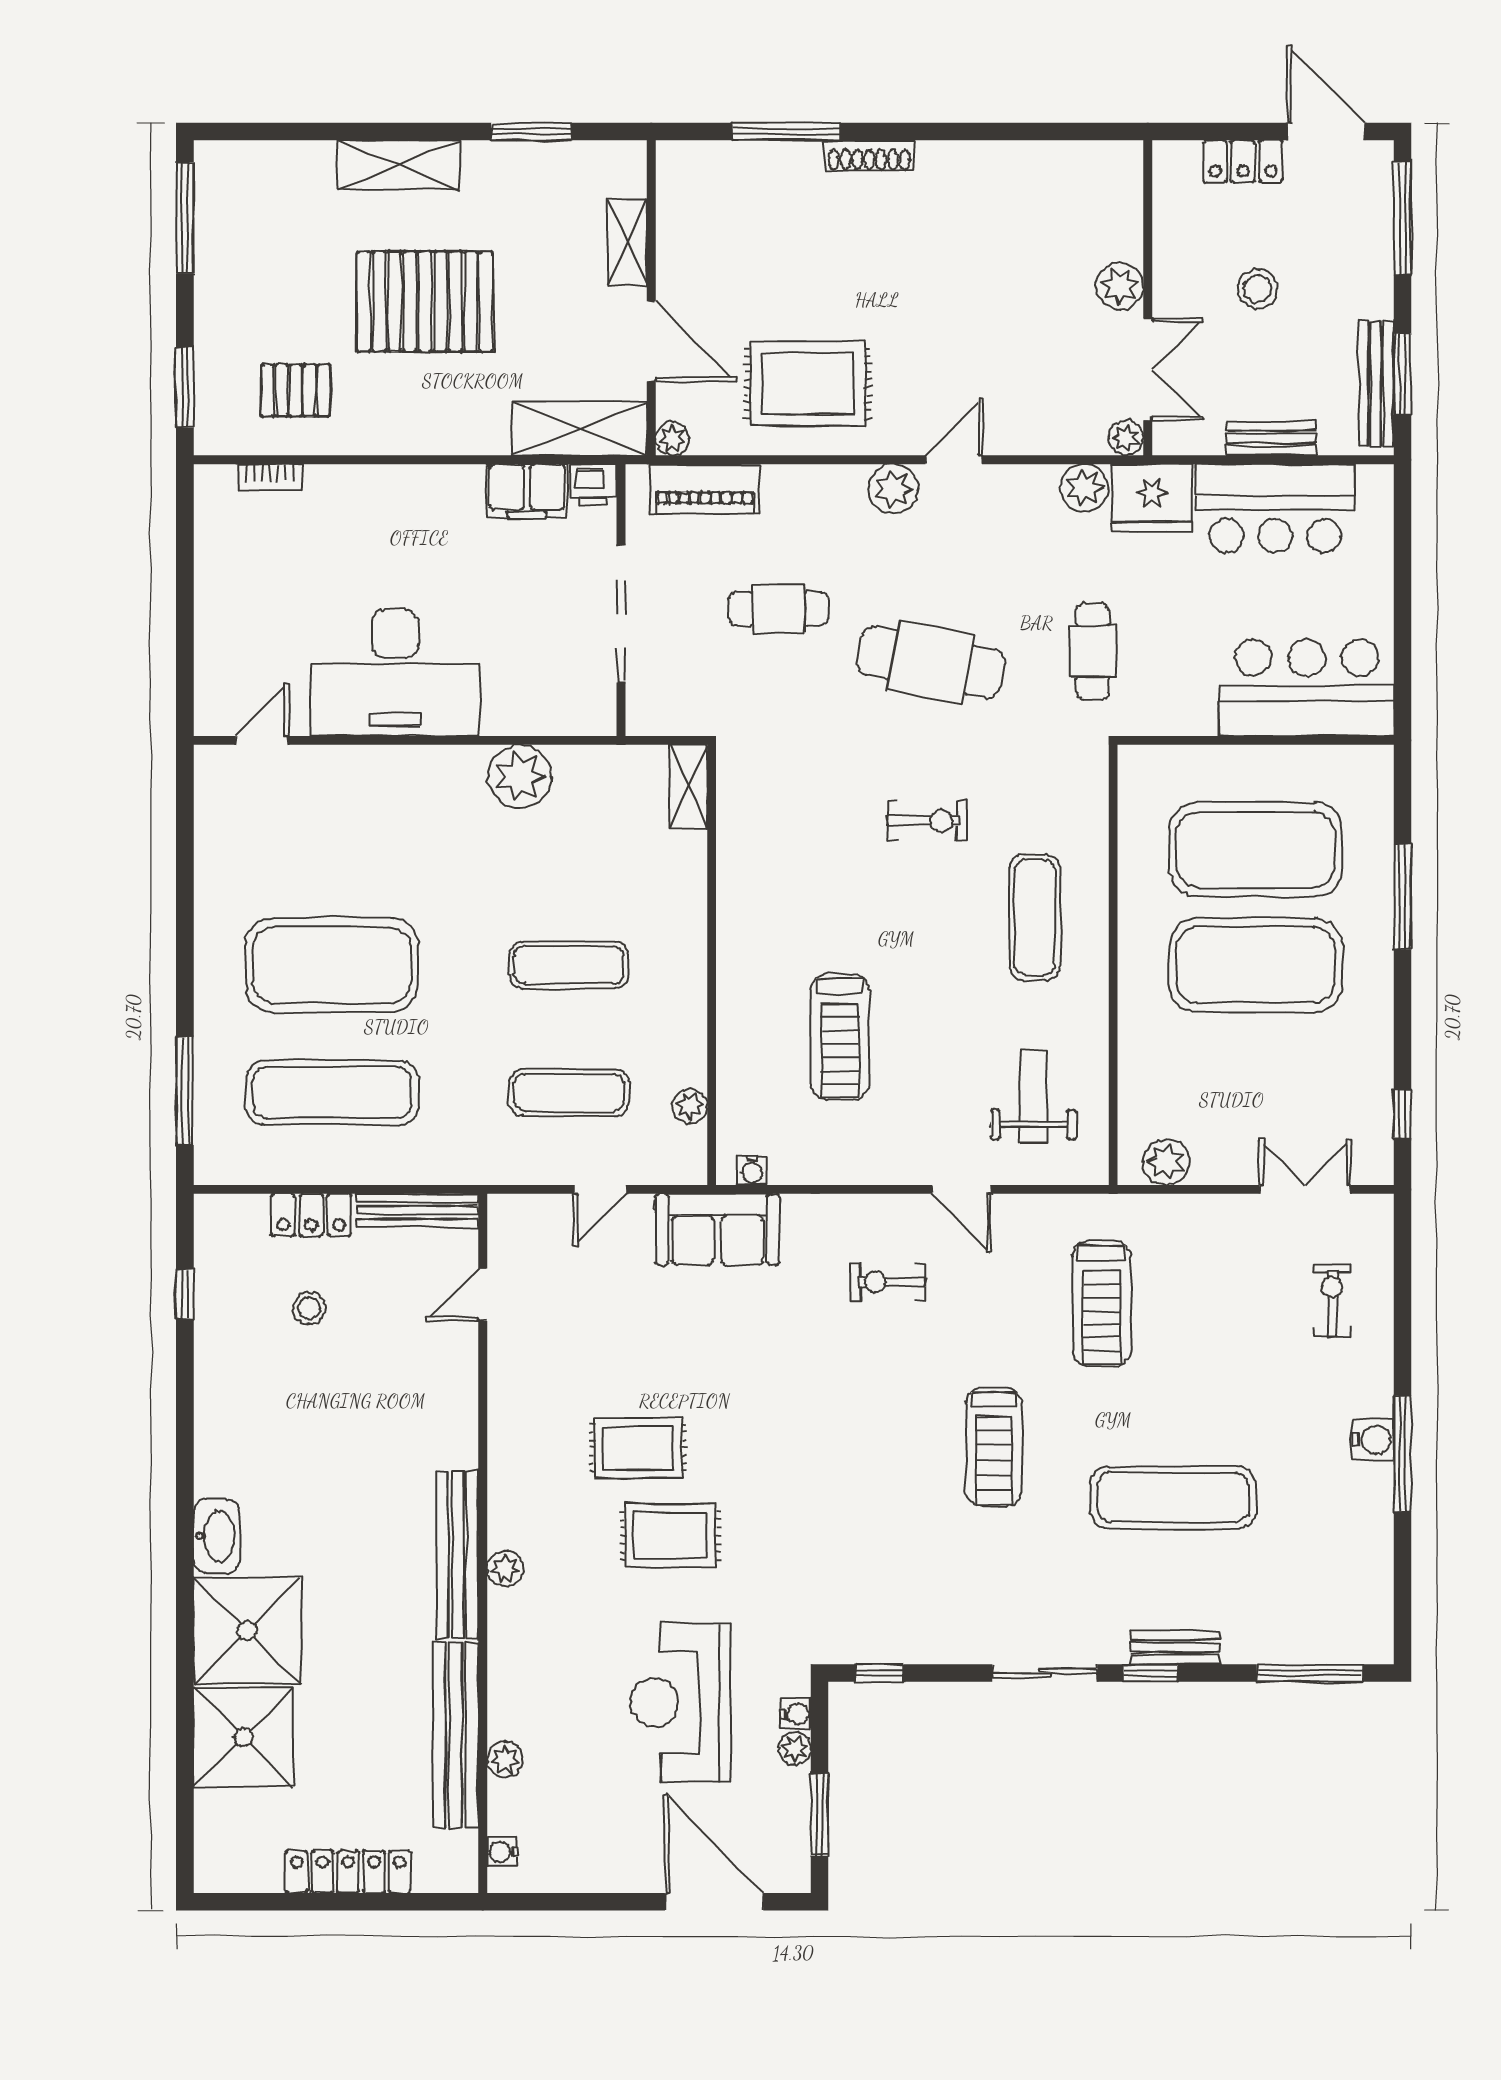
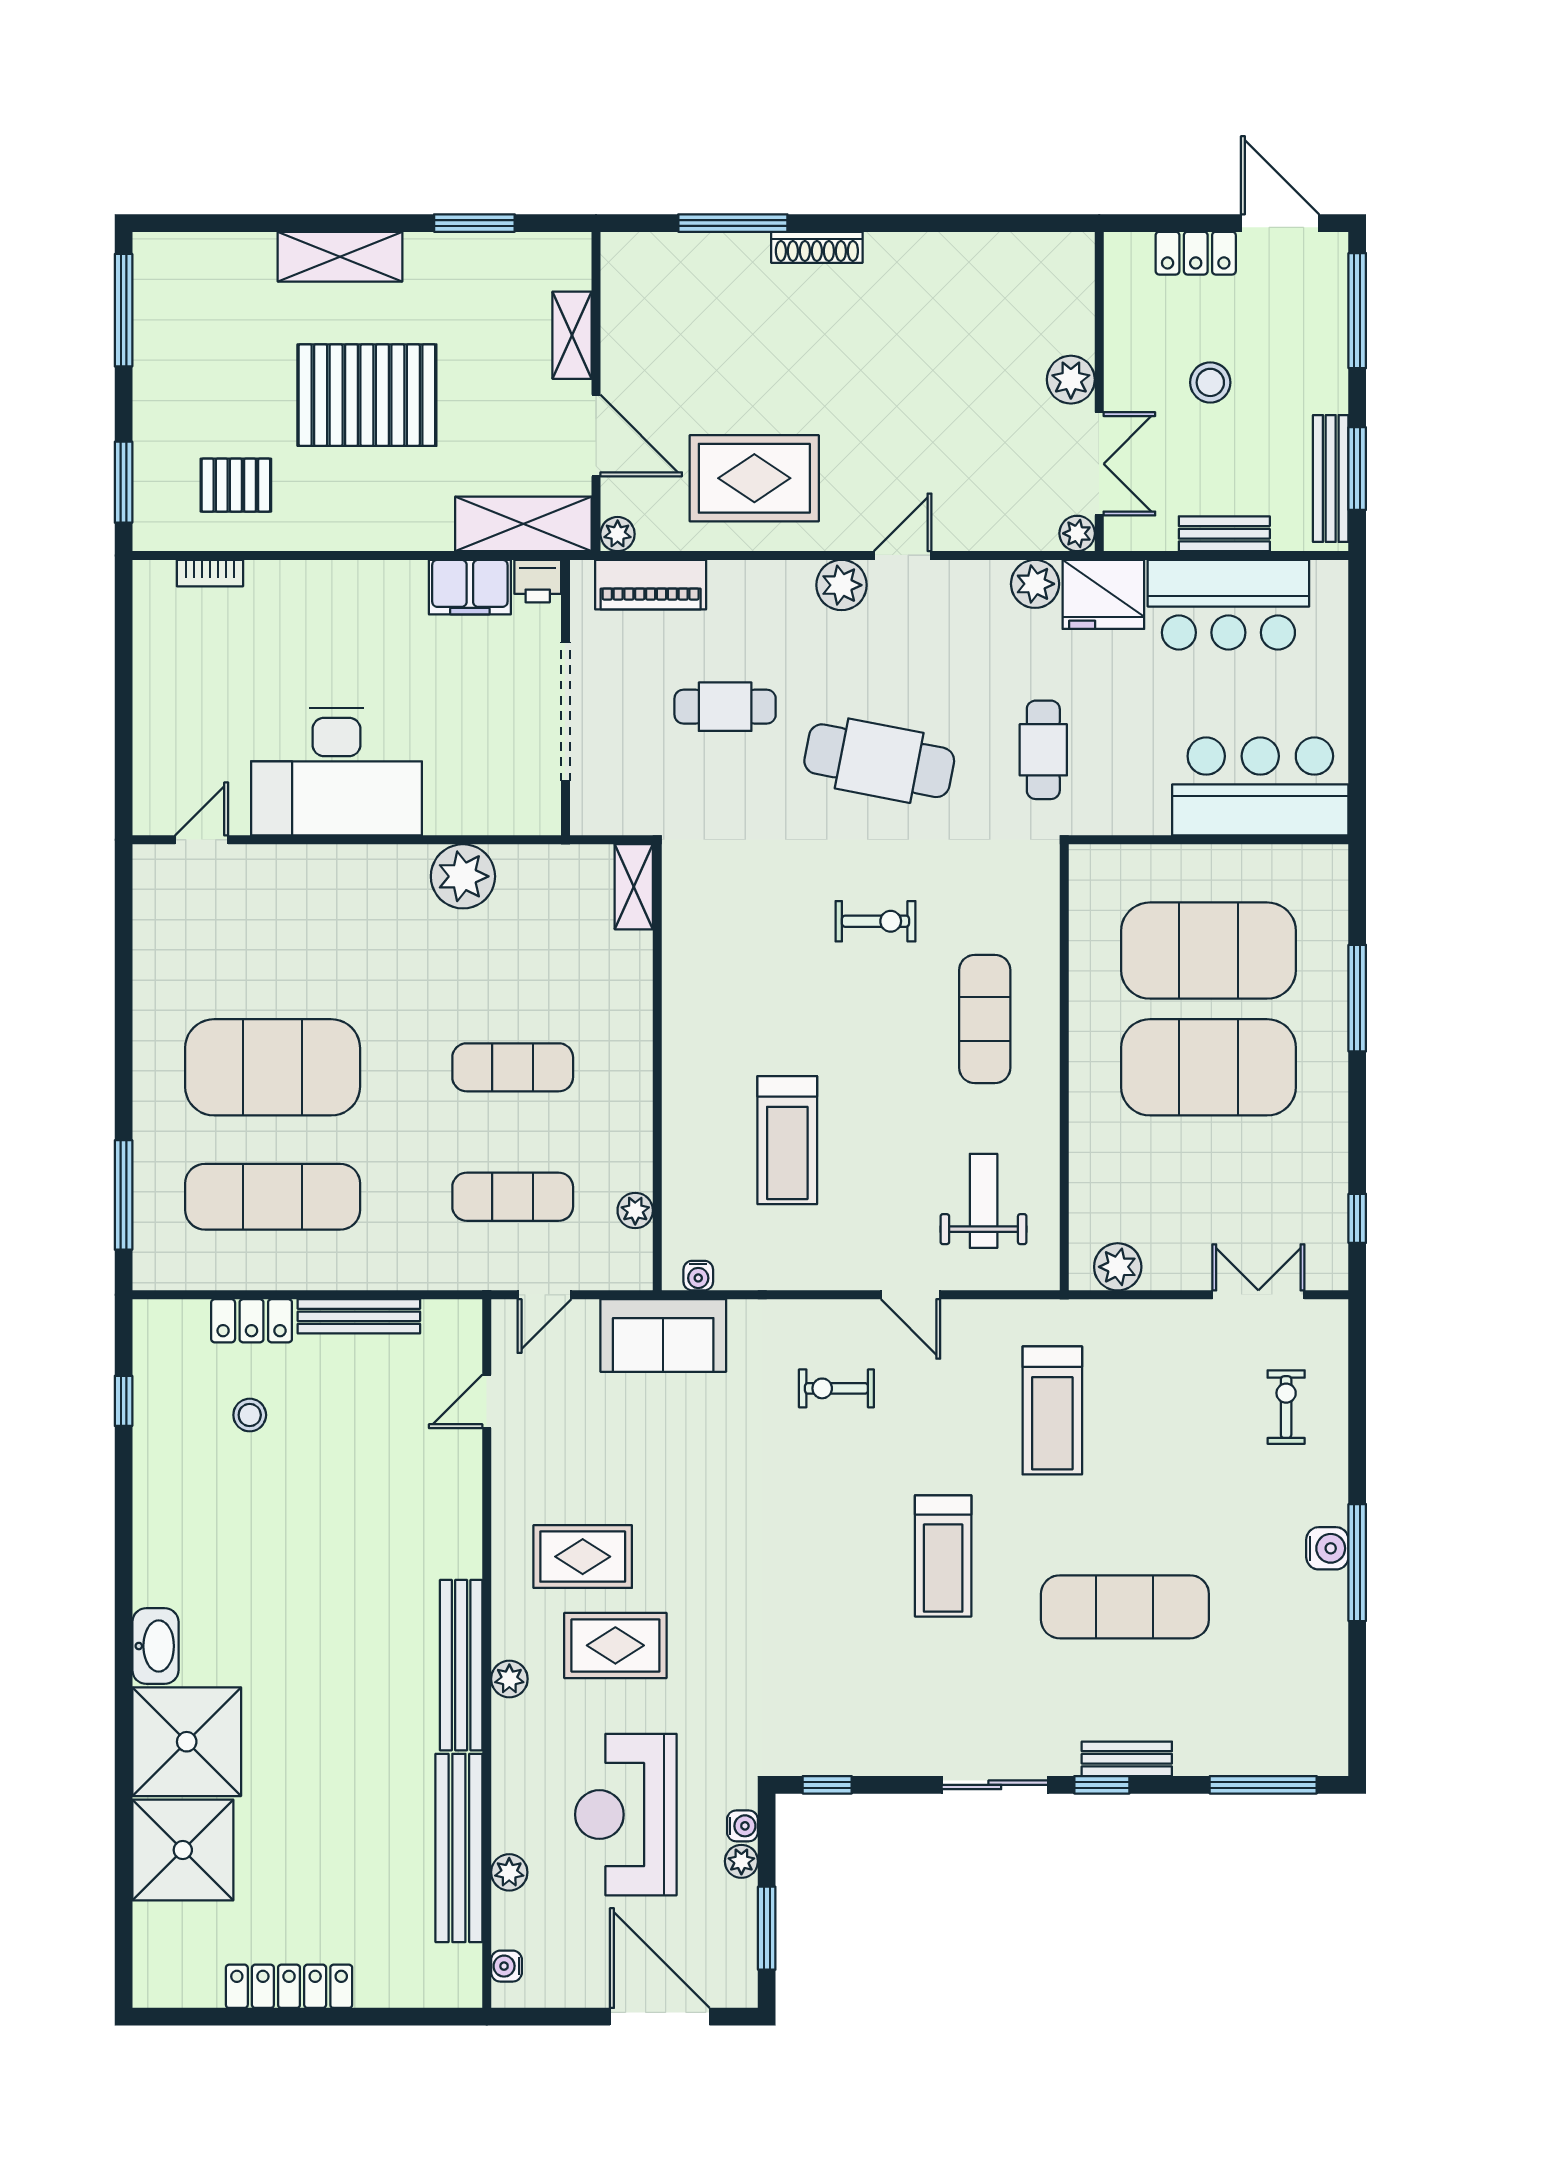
door: (483, 1295) -> (487, 1401), moved
wall: (483, 1543) -> (487, 1654), moved
bench: (458, 1555) -> (461, 1665), moved
plant: (505, 1569) -> (509, 1679), moved
bench: (455, 1735) -> (459, 1848), moved
plant: (505, 1759) -> (509, 1872), moved
water cooler: (502, 1852) -> (507, 1966), moved

